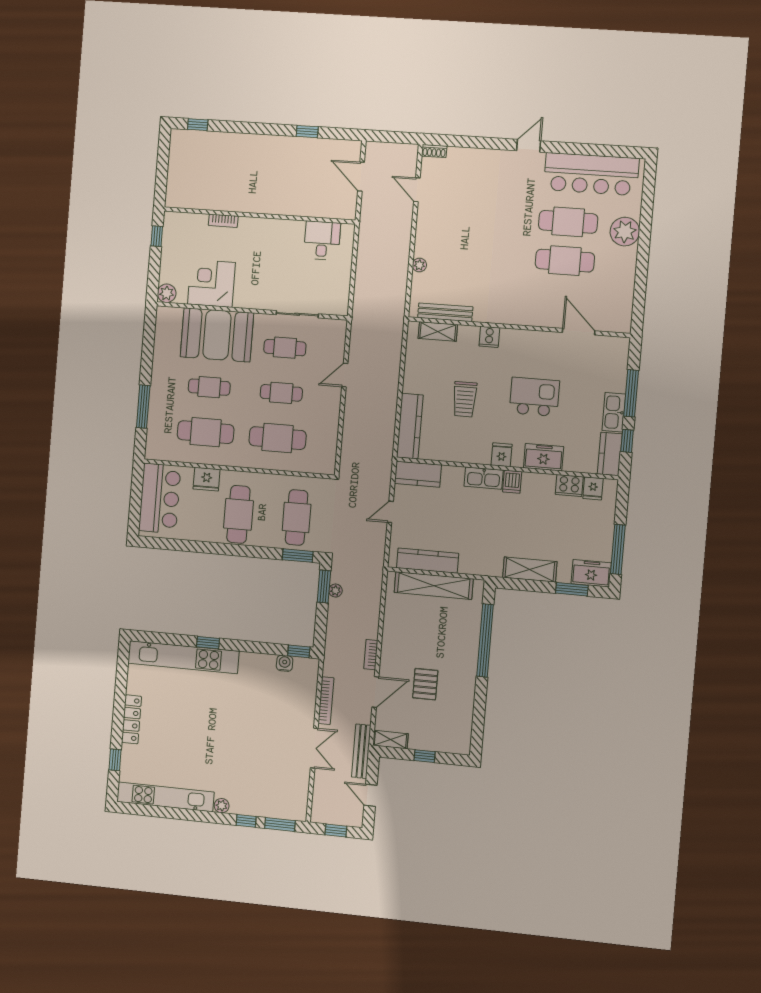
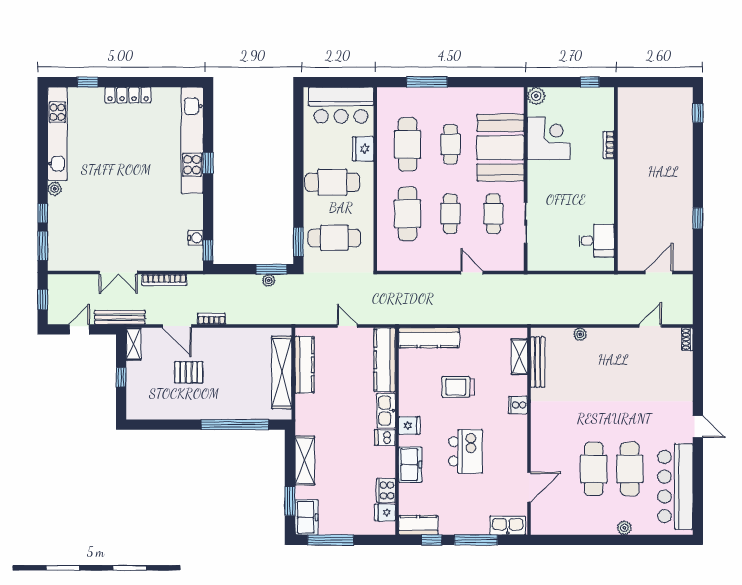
plant: (625, 232) -> (624, 528), width x0.53, depth x0.53
kitchen sink: (614, 412) -> (508, 526), moved
kitchen counter: (418, 474) -> (385, 360), width x1.50

